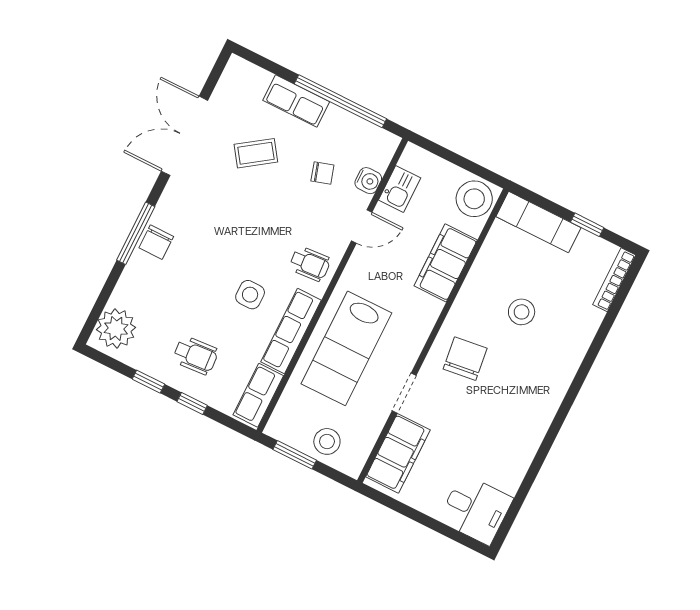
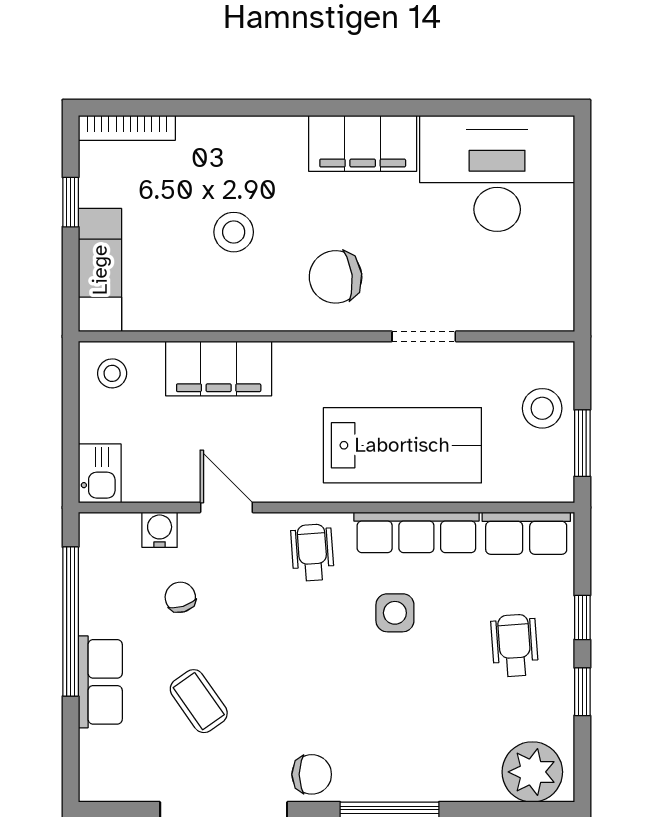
kitchen sink: (400, 189) -> (100, 473), moved, turned 90
stool: (474, 199) -> (112, 373), width x0.53, depth x0.53
chair: (156, 242) -> (312, 774), moved
filing cabinet: (398, 453) -> (363, 143), moved, turned 180
desk: (476, 509) -> (497, 173), width x1.87, depth x1.30

